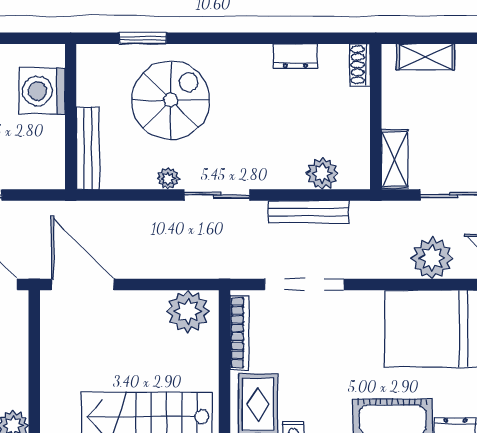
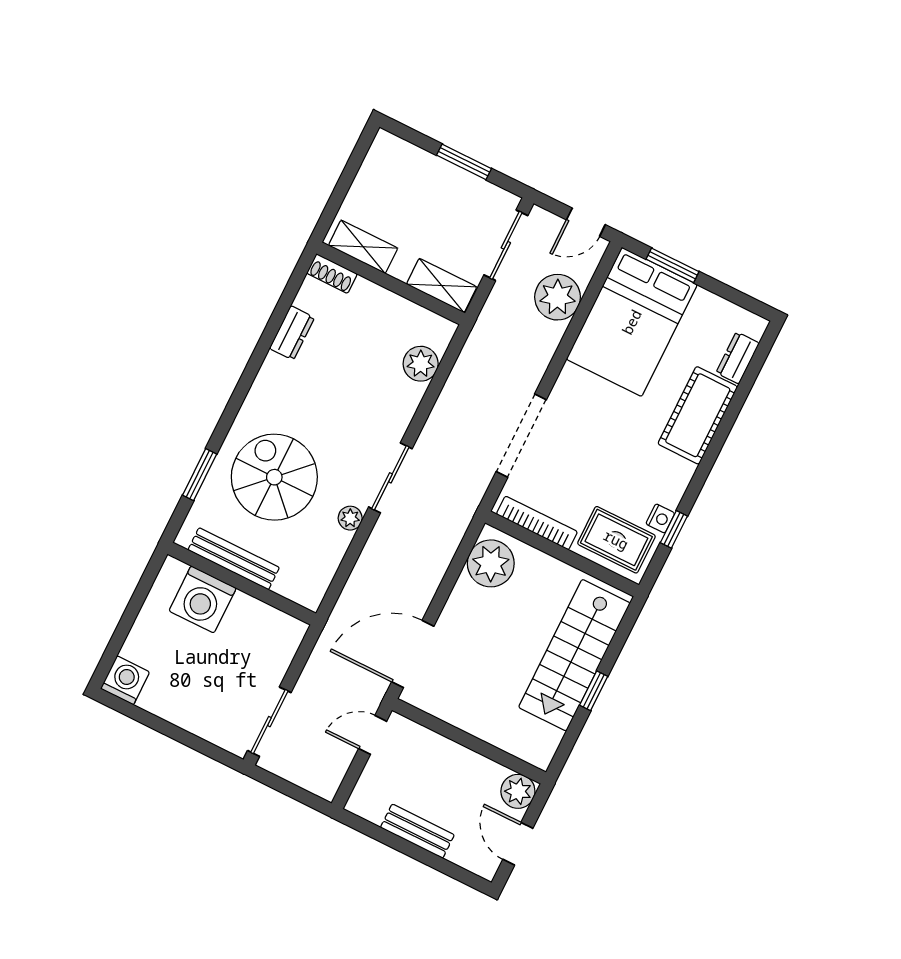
shelving: (426, 57) -> (363, 247), moved, turned 90
bench: (88, 148) -> (234, 559), moved
bench: (309, 212) -> (452, 396), removed

